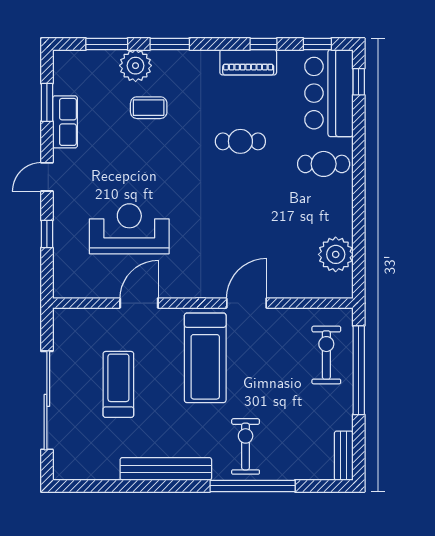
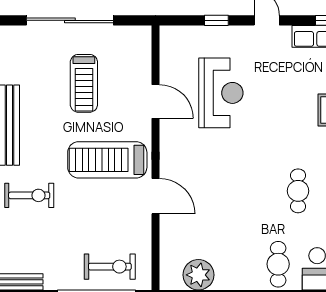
treadmill: (118, 384) -> (84, 83), turned 90

